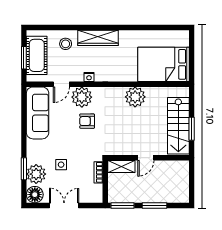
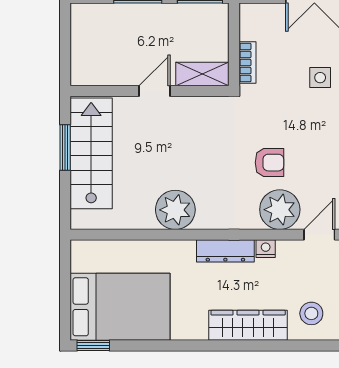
window: (177, 27) -> (93, 345), added
bed: (164, 64) -> (120, 307), moved
dresser: (110, 76) -> (225, 251), added

